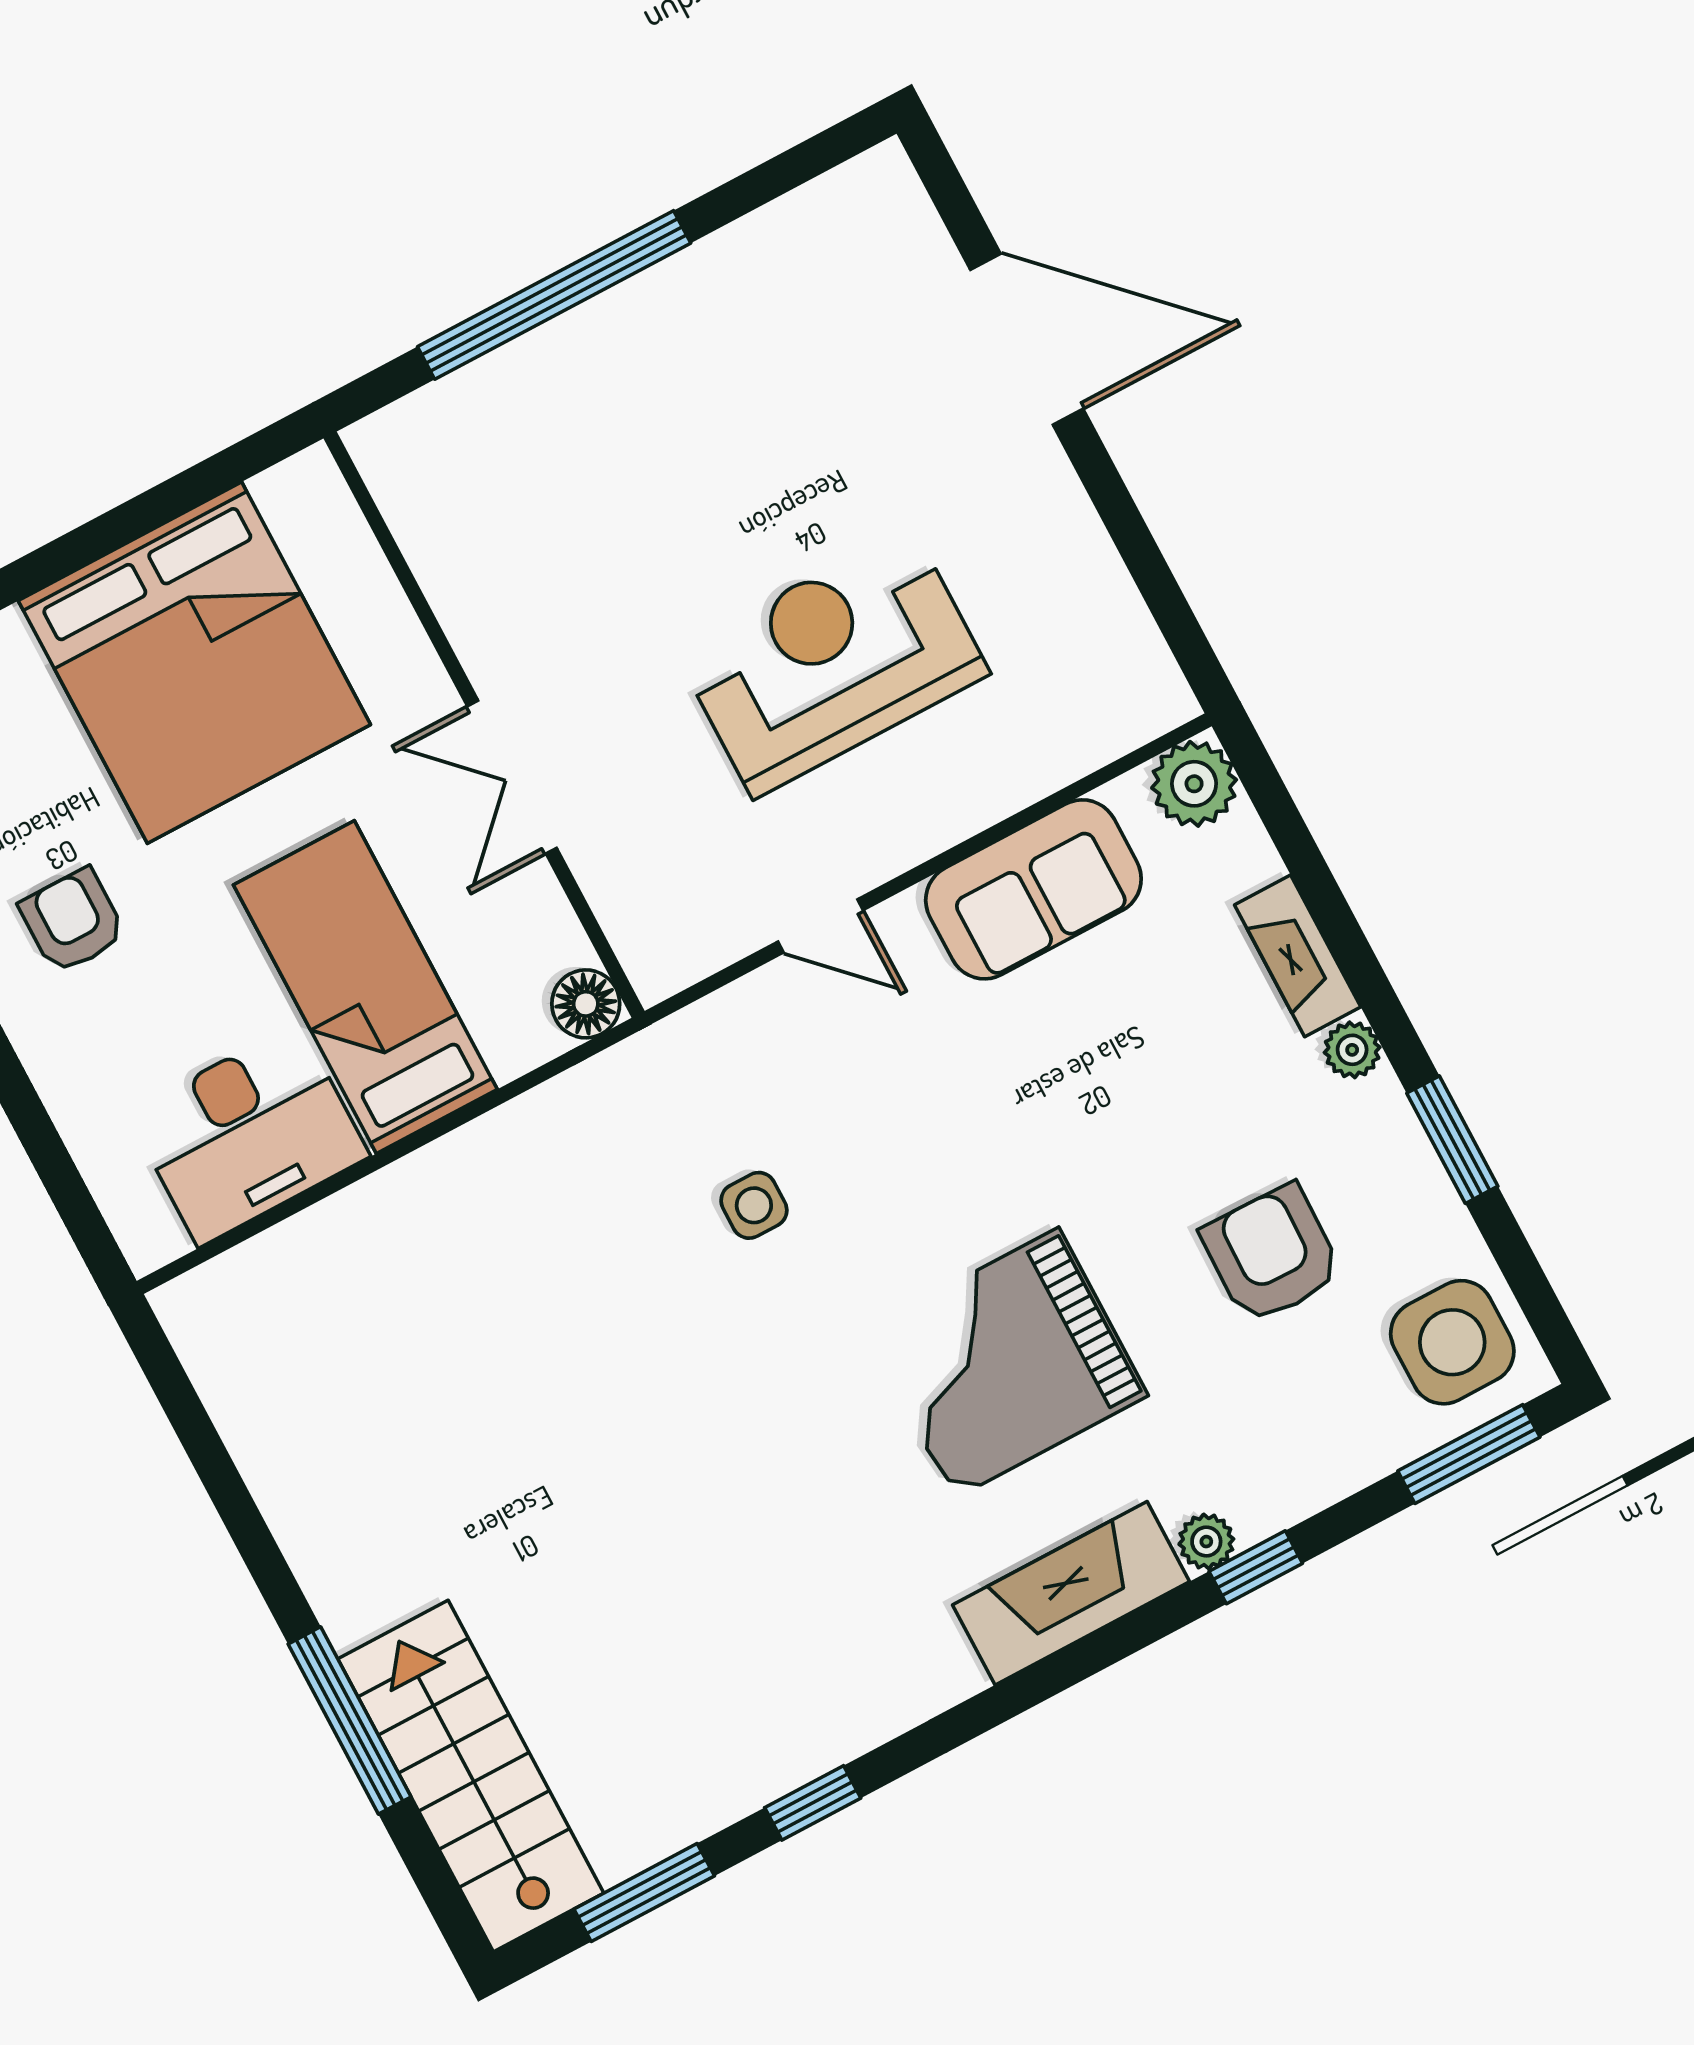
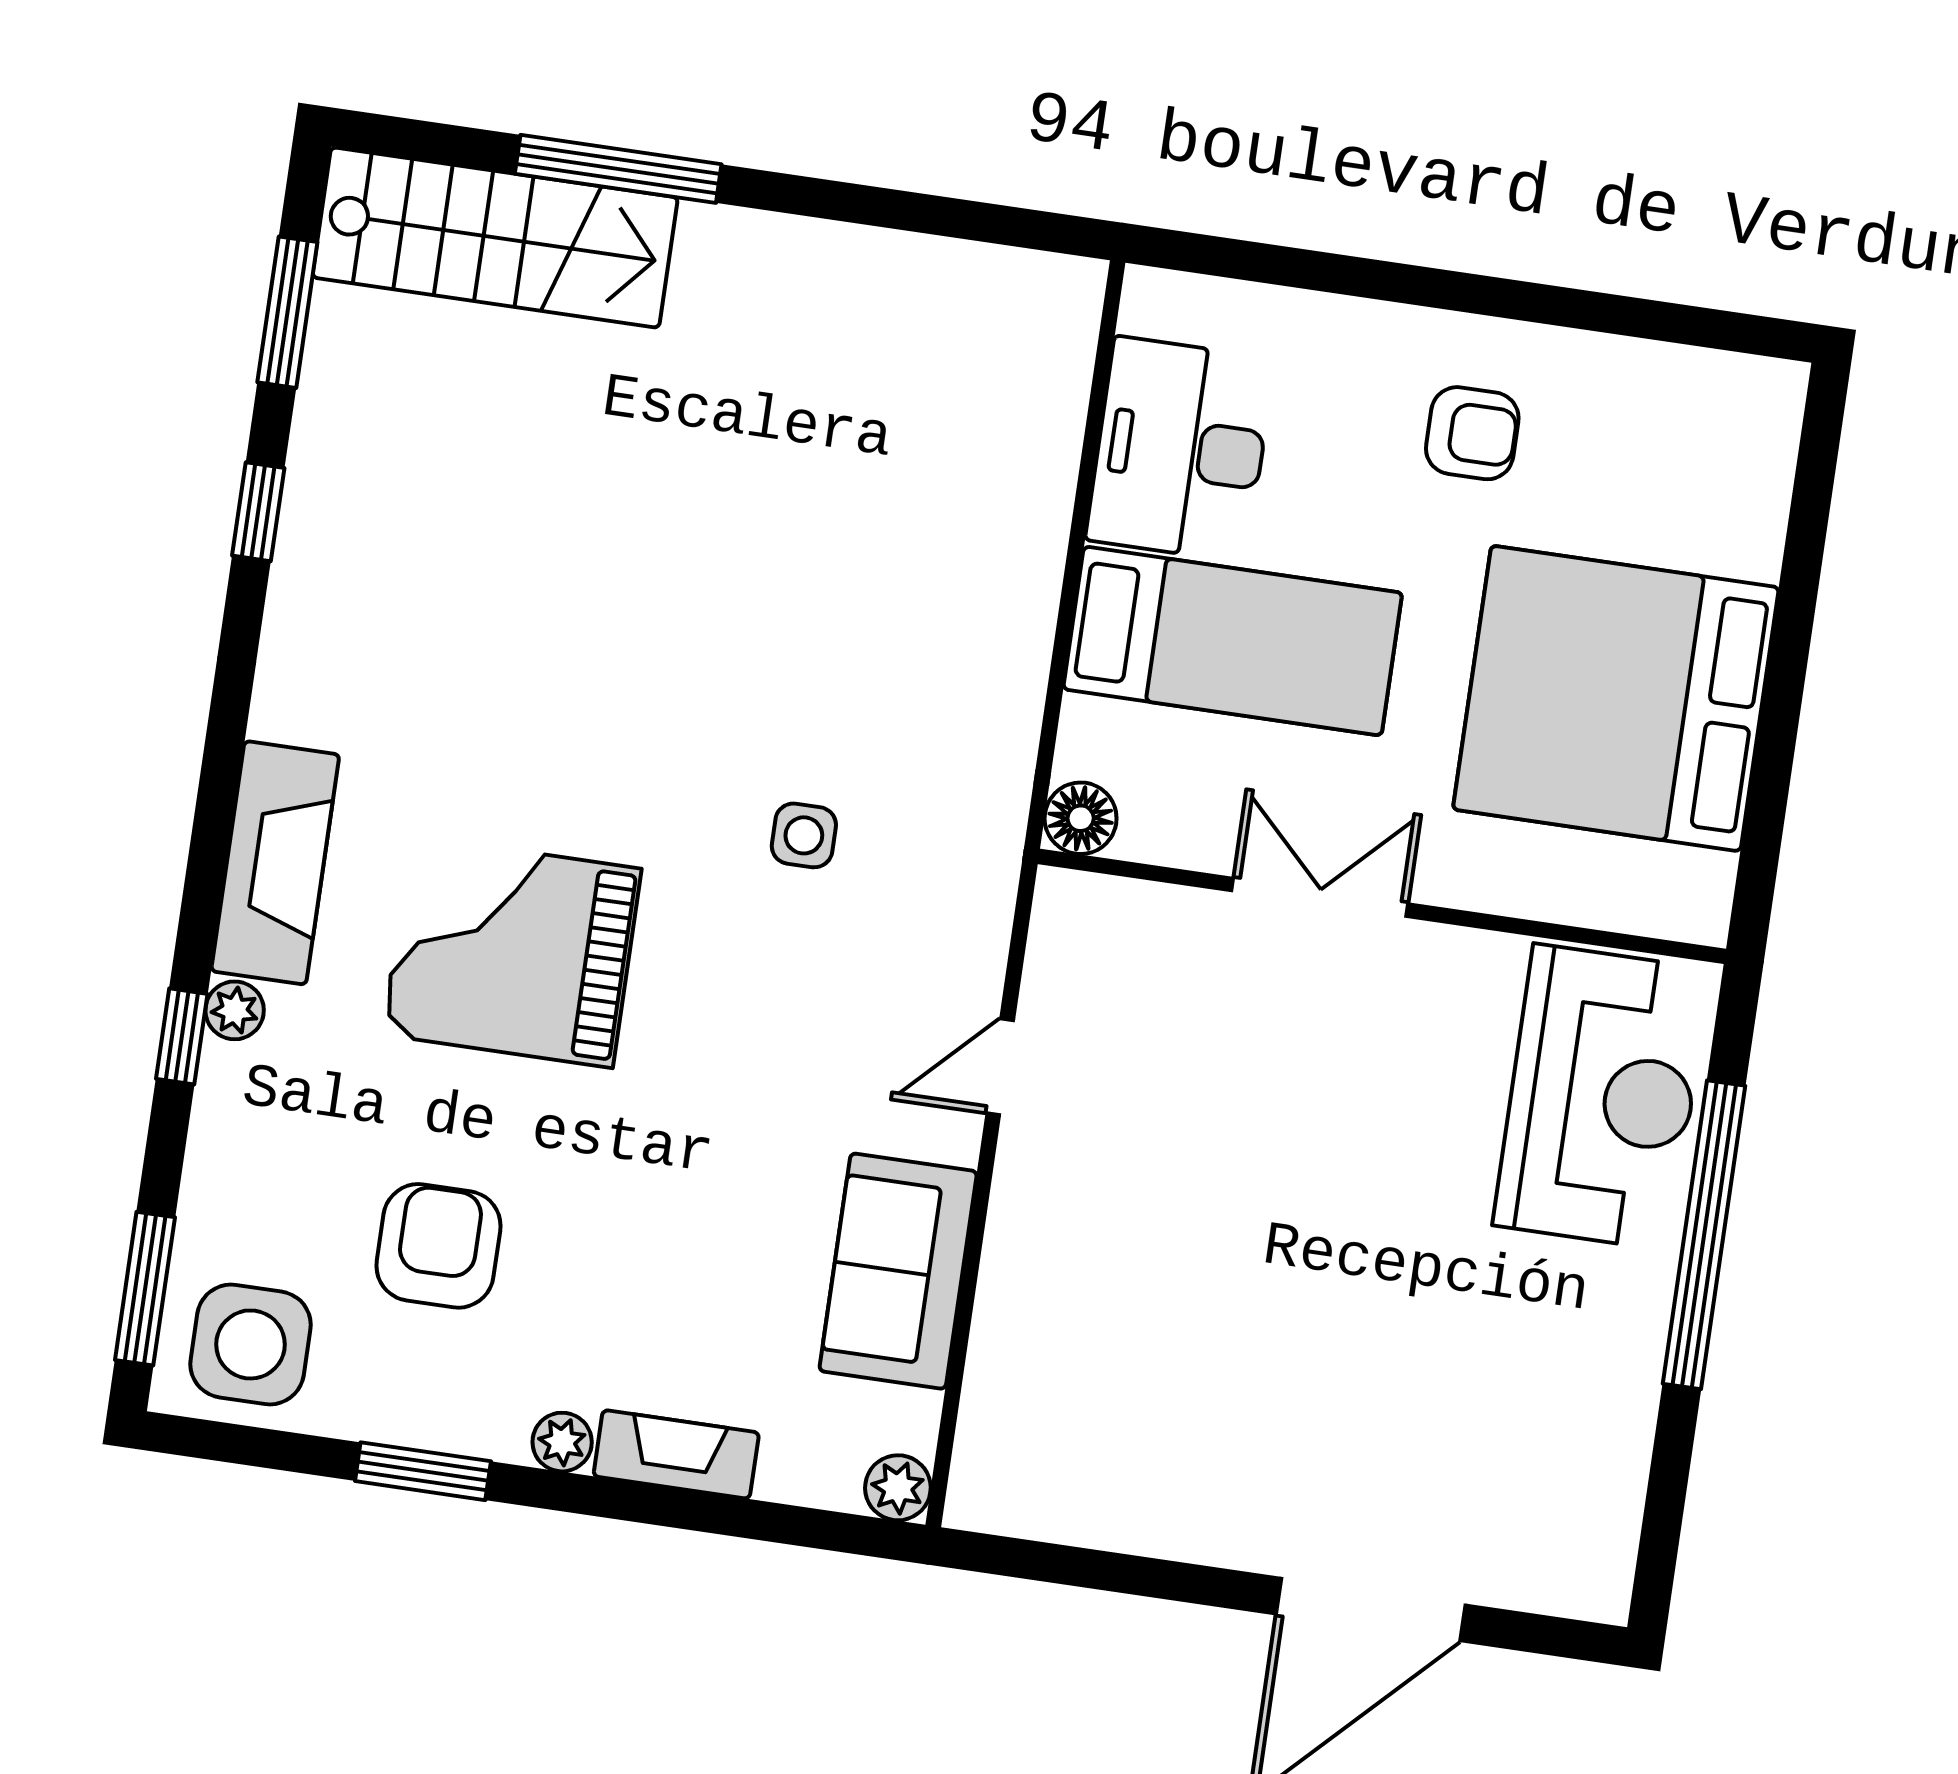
reception desk: (832, 662) -> (1602, 1097), moved
plant: (1194, 784) -> (898, 1488), width x0.73, depth x0.73
armchair: (1272, 1254) -> (438, 1246), turned -91
grand piano: (1006, 1363) -> (512, 952), turned -90

